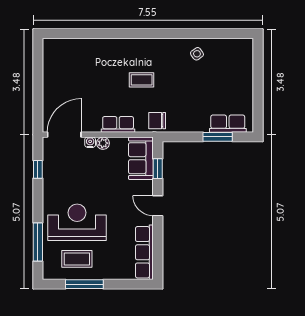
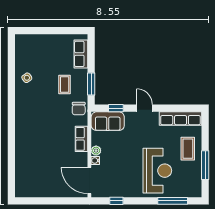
coffee table: (142, 80) -> (65, 85), moved
window: (218, 137) -> (91, 84), moved
door: (158, 206) -> (144, 108), swing flipped
reception desk: (77, 222) -> (157, 171), turned 180
coffee table: (77, 259) -> (188, 149), moved

